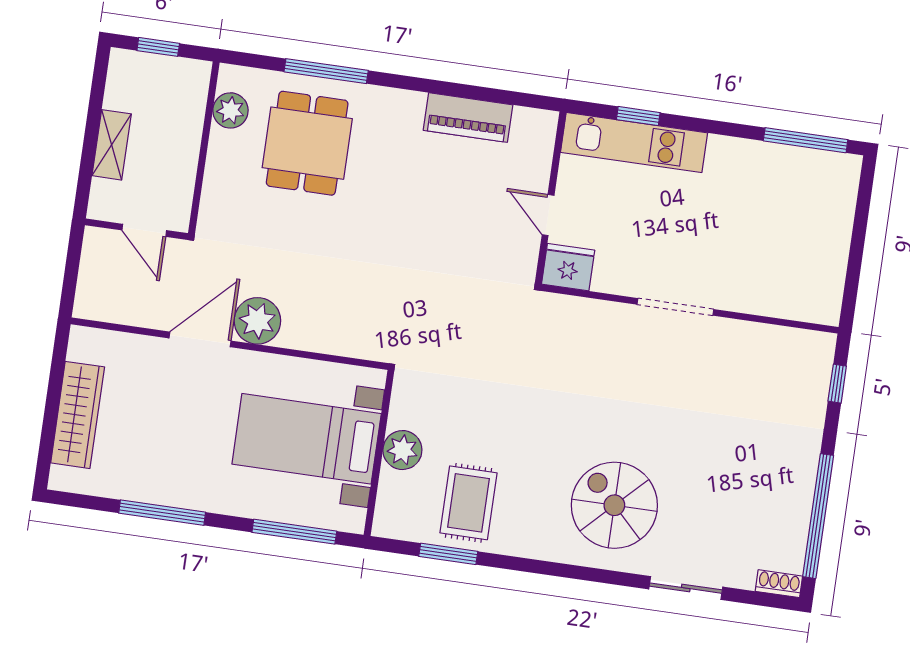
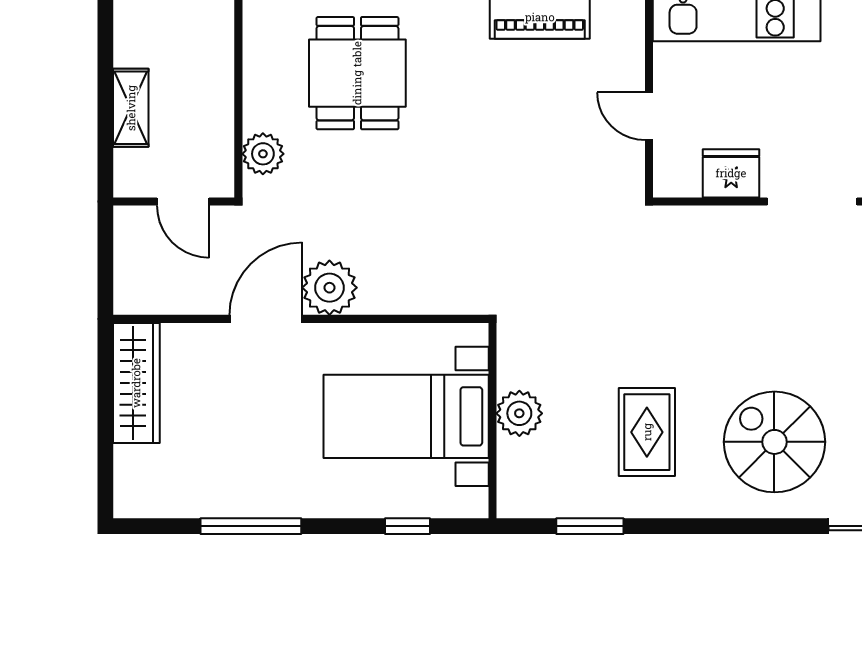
plant: (230, 110) -> (263, 154), moved
fridge: (568, 267) -> (731, 173), moved
wardrobe: (78, 415) -> (136, 383), moved
rug: (468, 503) -> (647, 432), moved
window: (294, 532) -> (407, 526), width x0.46

